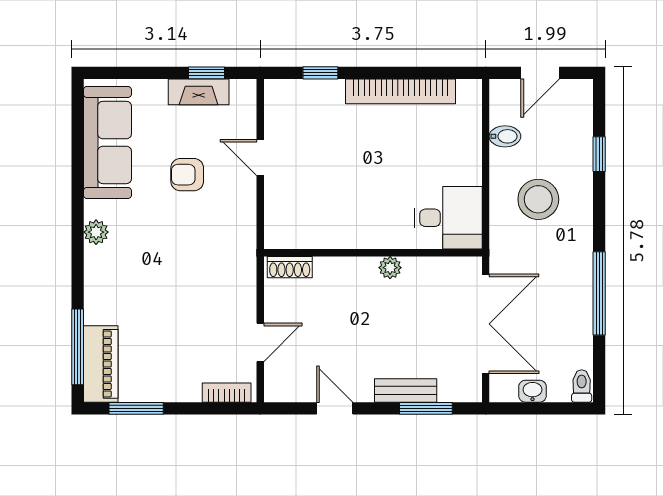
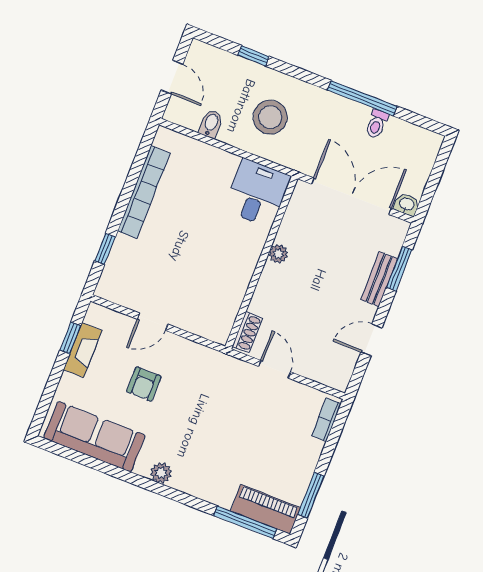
door: (260, 342) -> (275, 369), moved
toilet: (582, 386) -> (377, 124), moved, turned -90
washbasin: (533, 391) -> (407, 204), moved, turned 90

